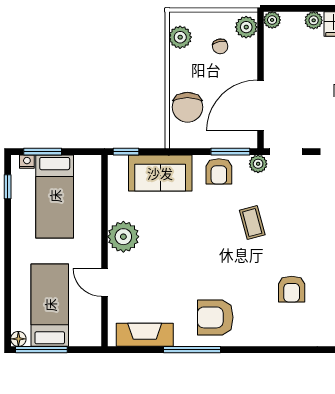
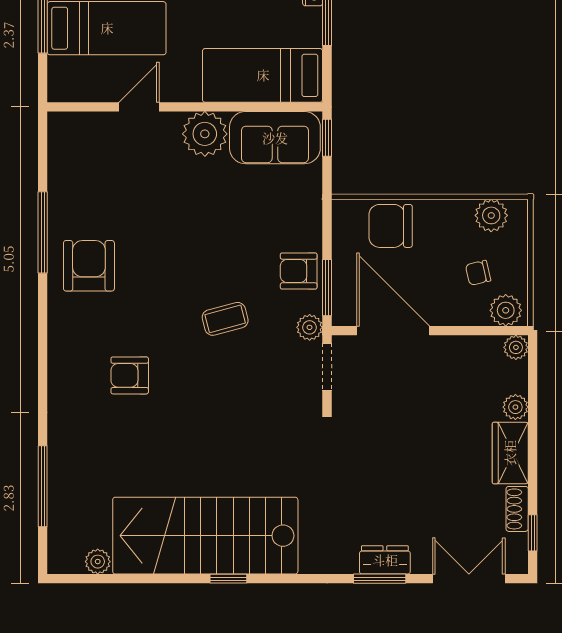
sofa: (160, 173) -> (275, 138), moved, turned -90
bed: (55, 196) -> (263, 75), moved
fireplace: (145, 335) -> (64, 165), removed

